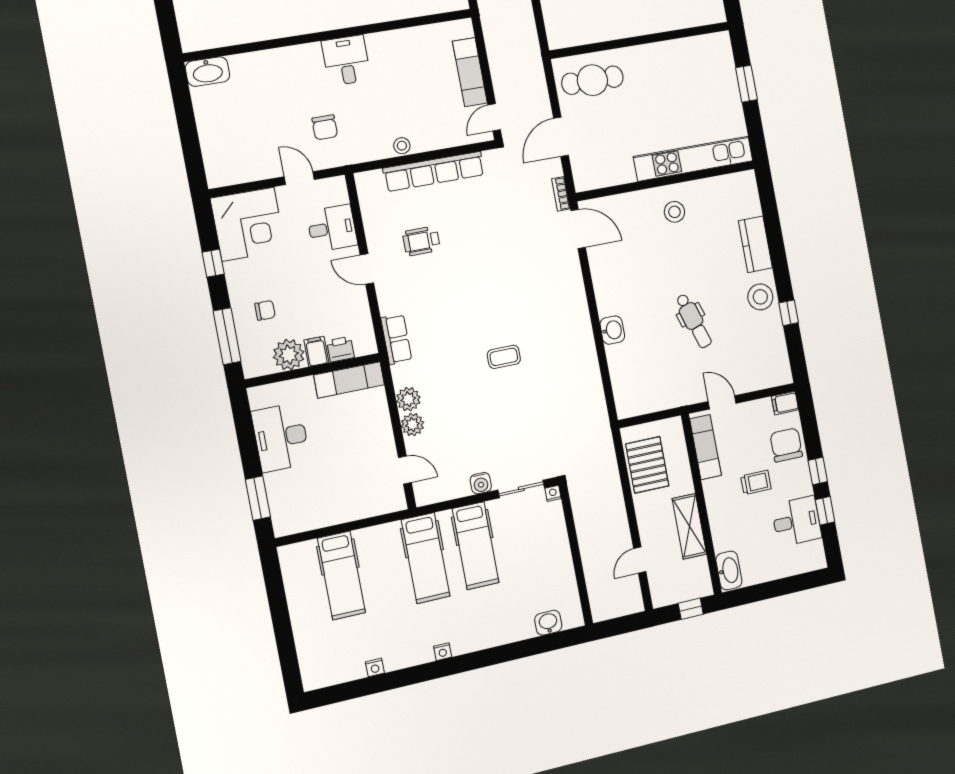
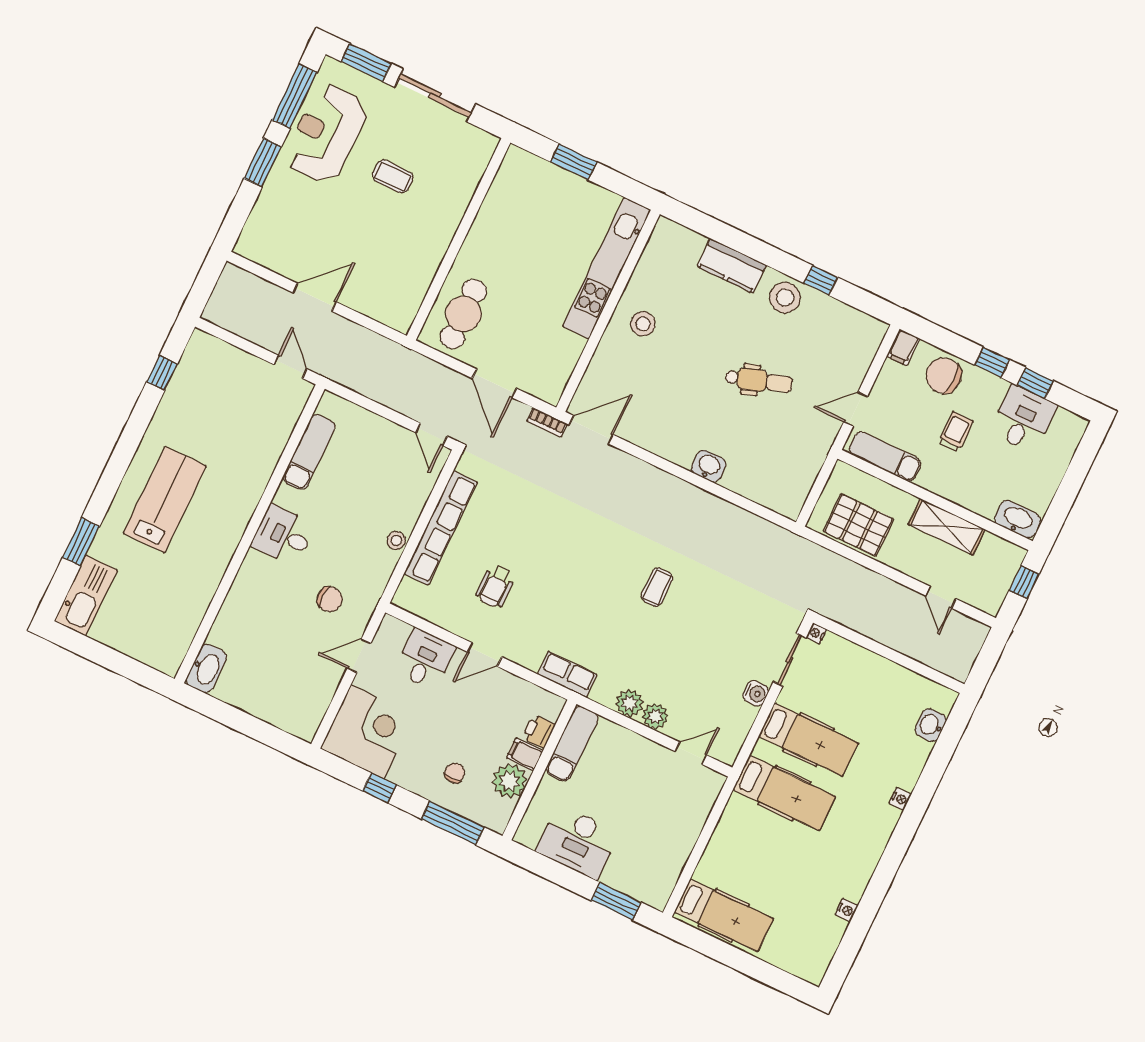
exam couch: (470, 72) -> (309, 452), moved, turned -90
hospital bed: (341, 575) -> (724, 915), moved
nightstand: (443, 652) -> (900, 799), moved

